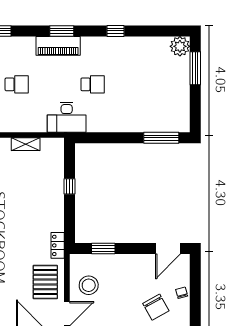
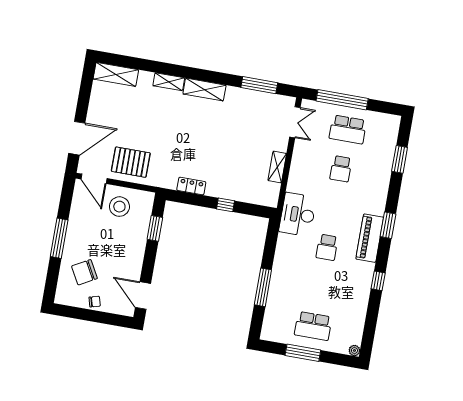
piano: (58, 46) -> (370, 238), moved
plant: (180, 46) -> (354, 350), width x0.53, depth x0.53
window: (195, 68) -> (303, 353), moved
school desk: (168, 84) -> (313, 326), added
window: (161, 138) -> (263, 287), moved
locker: (58, 245) -> (191, 186), moved

